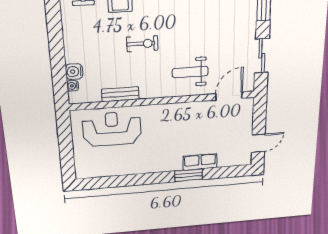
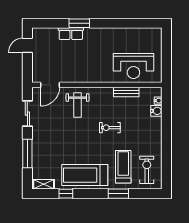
weight bench: (190, 72) -> (78, 105), turned 90

